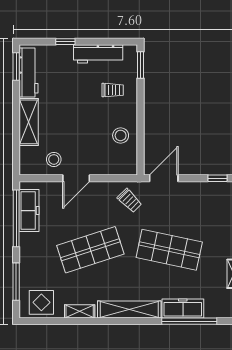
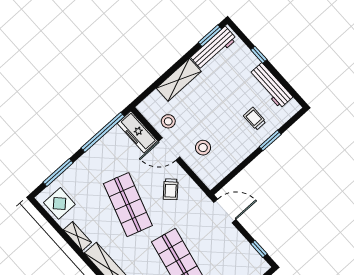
window: (141, 65) -> (270, 140), moved
trolley: (113, 90) -> (255, 119), turned 180
stool: (121, 135) -> (203, 148), moved
trolley: (129, 201) -> (171, 189), moved
freezer: (29, 211) -> (137, 132), moved, turned 90
shop shelf: (90, 250) -> (128, 205), turned 36

